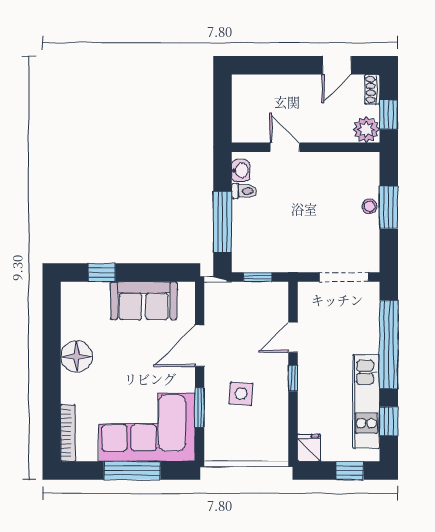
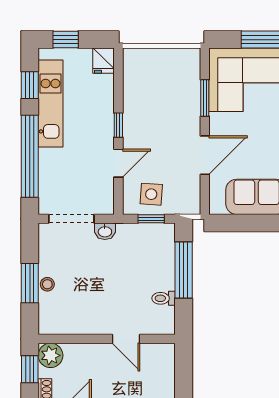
washbasin: (241, 170) -> (105, 231), moved, turned -90
side table: (241, 394) -> (151, 194), moved

